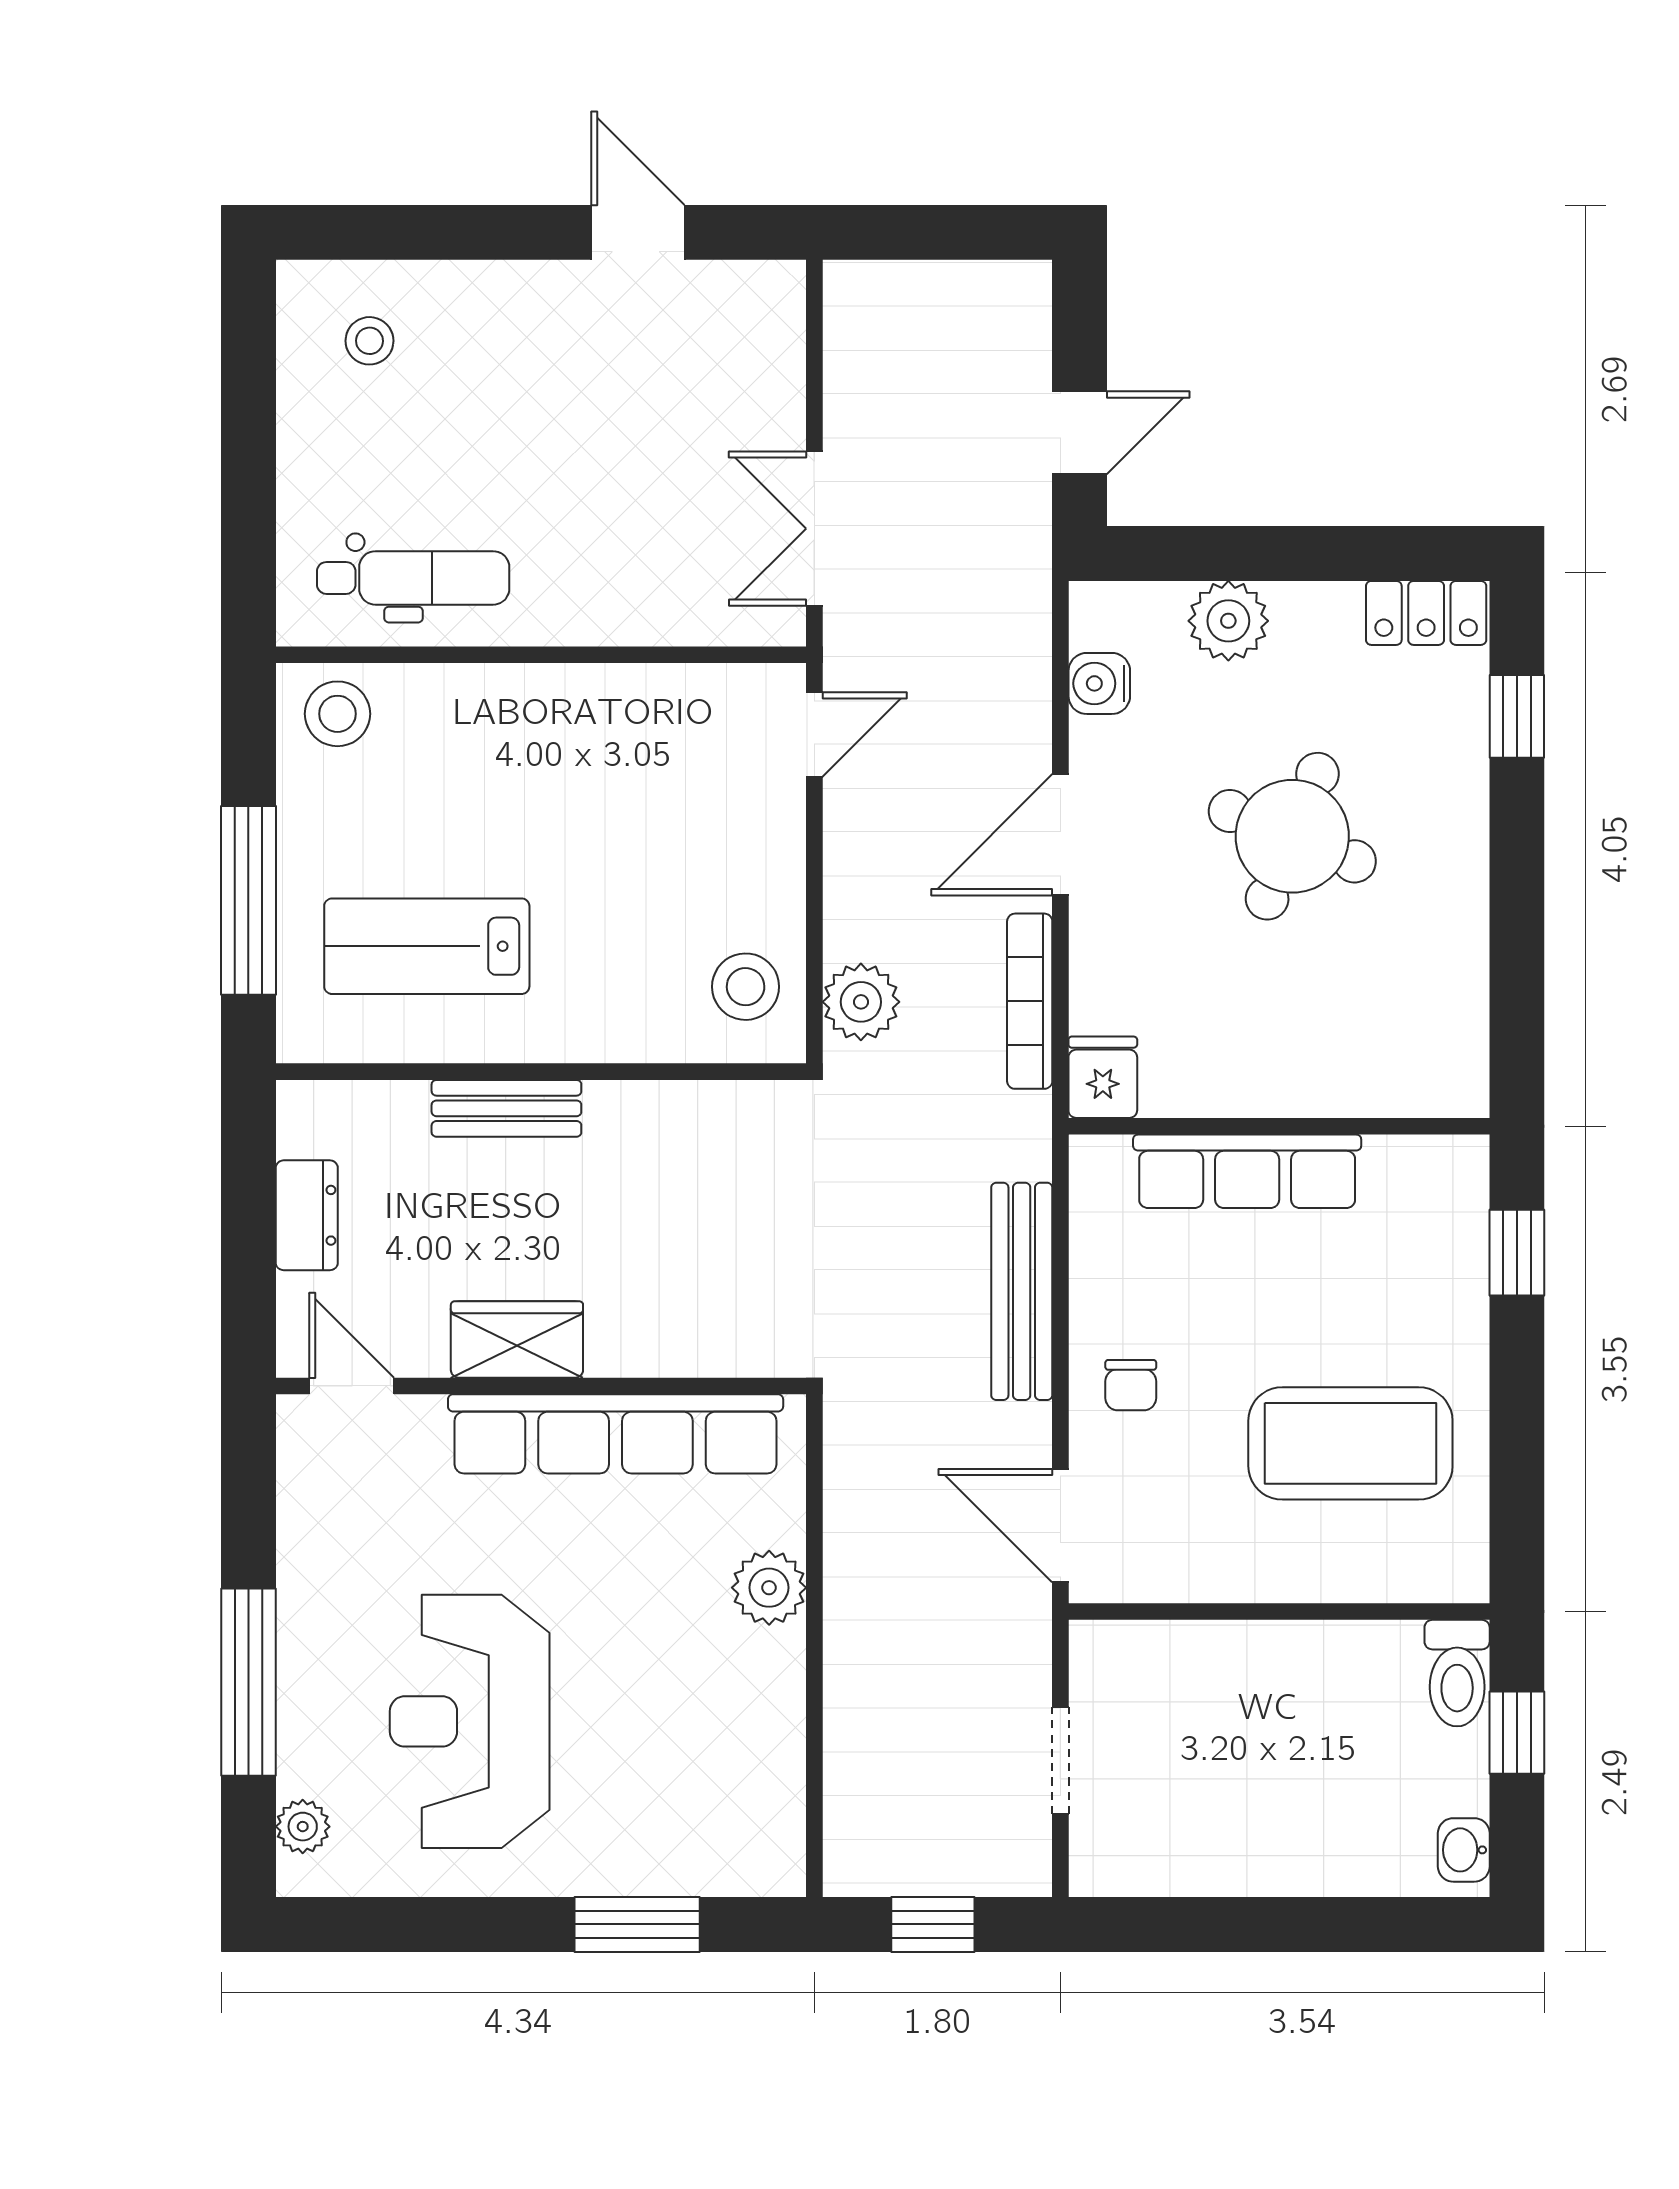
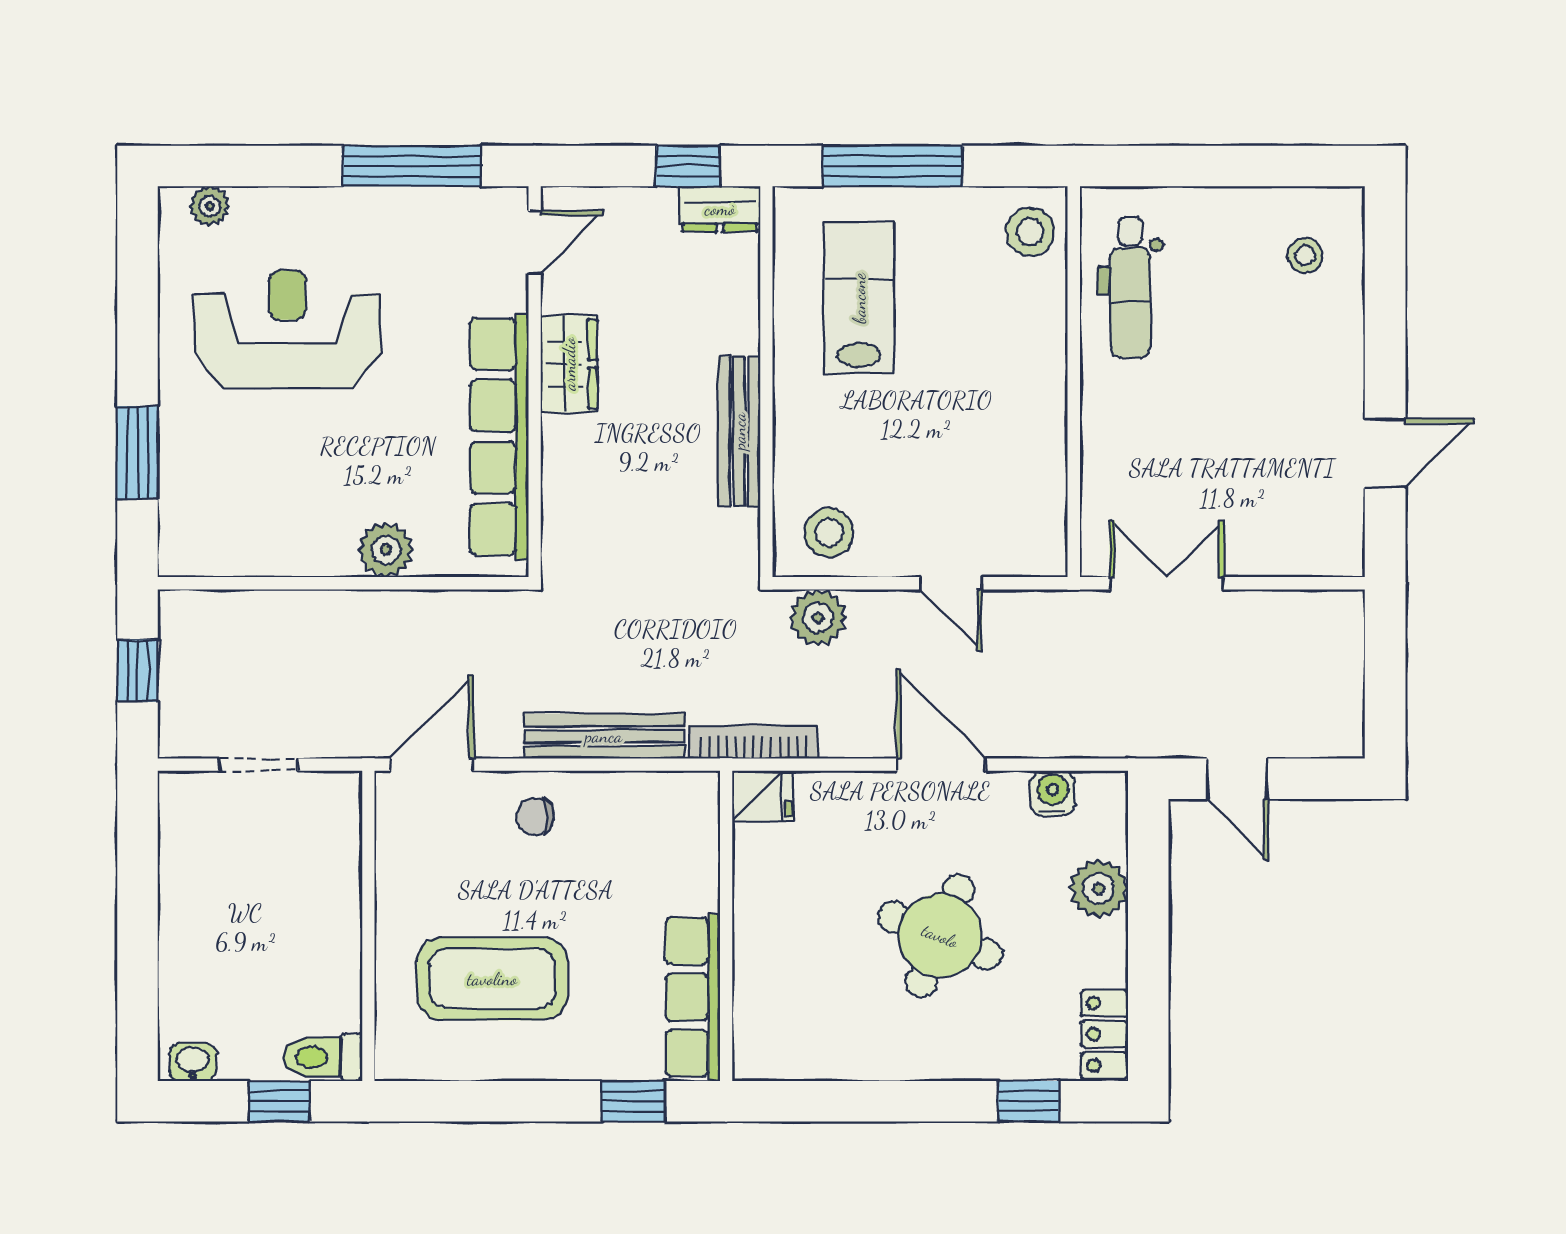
door: (814, 734) -> (951, 583), moved
bookcase: (1030, 1001) -> (753, 742), moved
bench: (506, 1108) -> (739, 431), moved, width x1.36
row of seats: (1247, 1171) -> (693, 997), moved
window: (248, 1178) -> (688, 166), added
dresser: (307, 1215) -> (720, 209), moved
coffee table: (1350, 1443) -> (492, 979), turned 90
window: (248, 1682) -> (412, 166), moved

